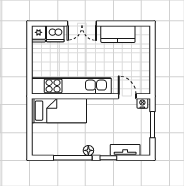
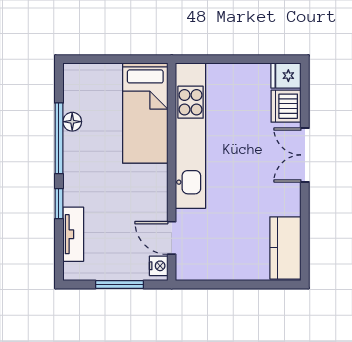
kitchen counter: (118, 34) -> (285, 248), moved
door: (127, 96) -> (172, 238), swing flipped
floor lamp: (88, 150) -> (72, 122), moved

